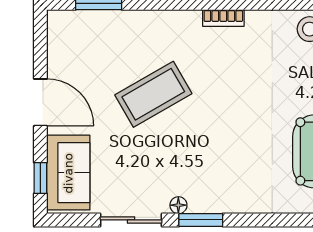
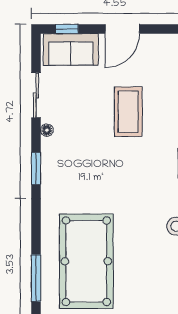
coffee table: (153, 94) -> (128, 112), turned 30
window: (201, 220) -> (36, 168), moved

